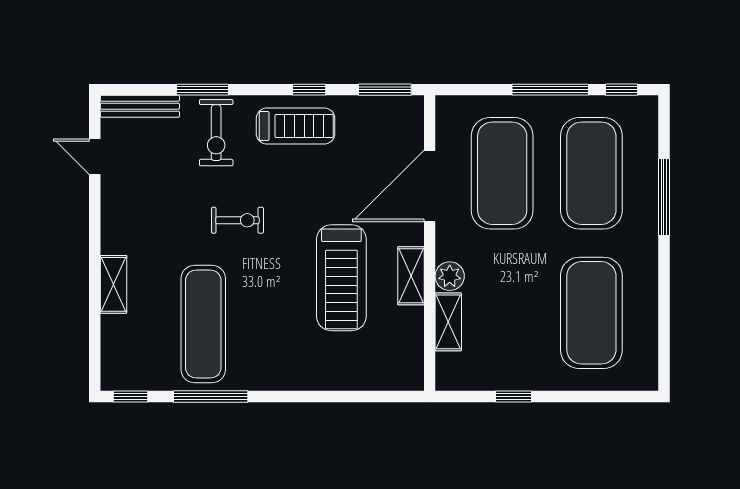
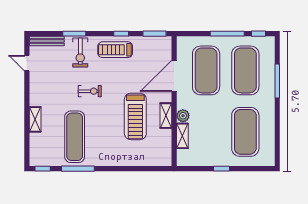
treadmill: (296, 126) -> (115, 50), turned 180
window: (514, 396) -> (221, 169), moved

